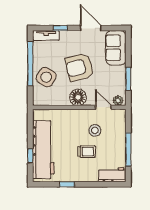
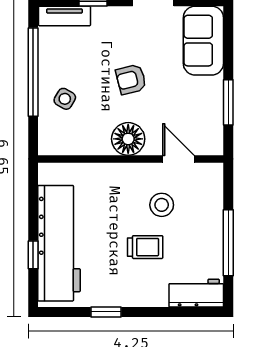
armchair: (79, 67) -> (131, 79), width x0.53, depth x0.53
side table: (46, 77) -> (65, 99), width x0.54, depth x0.54
plant: (118, 100) -> (208, 145), removed

